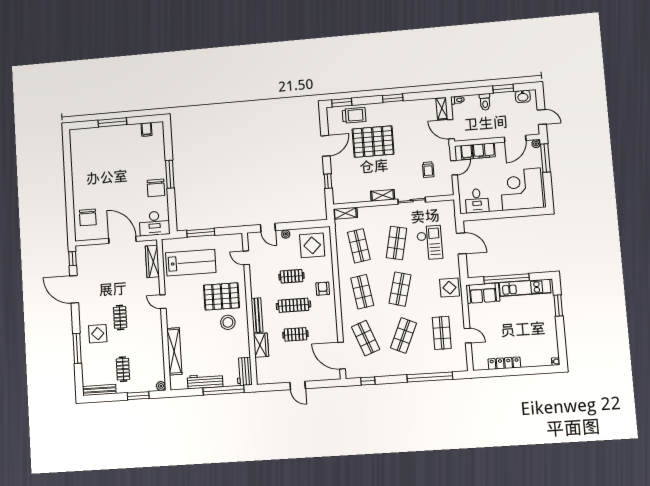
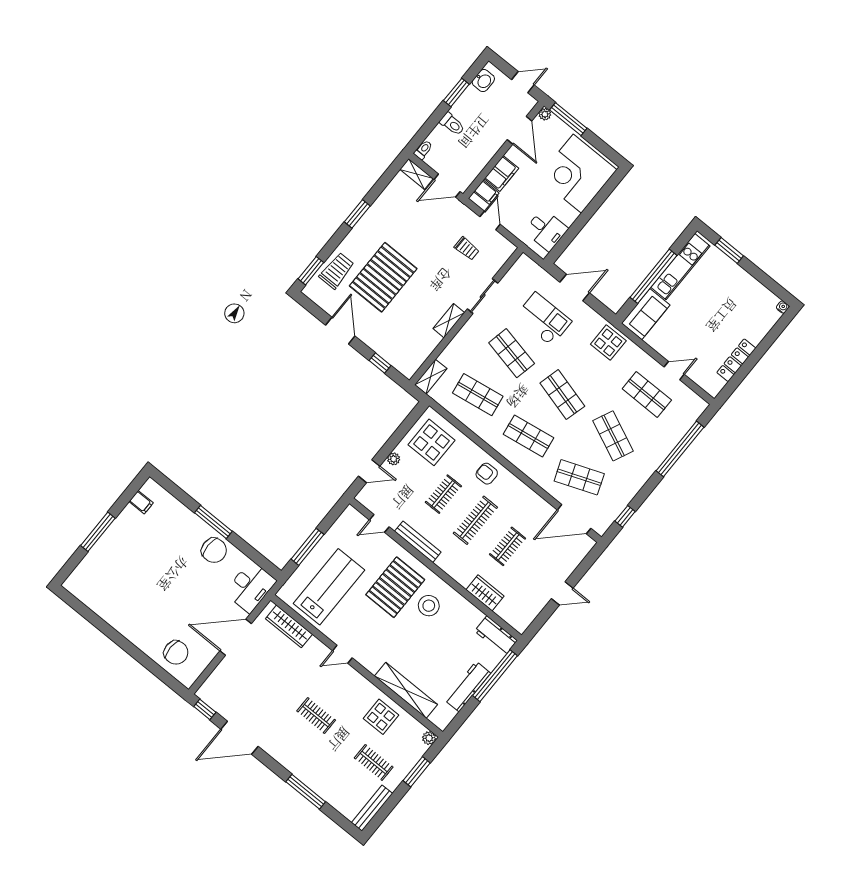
bench: (257, 315) -> (418, 542), moved
display table: (98, 334) -> (381, 717), moved

